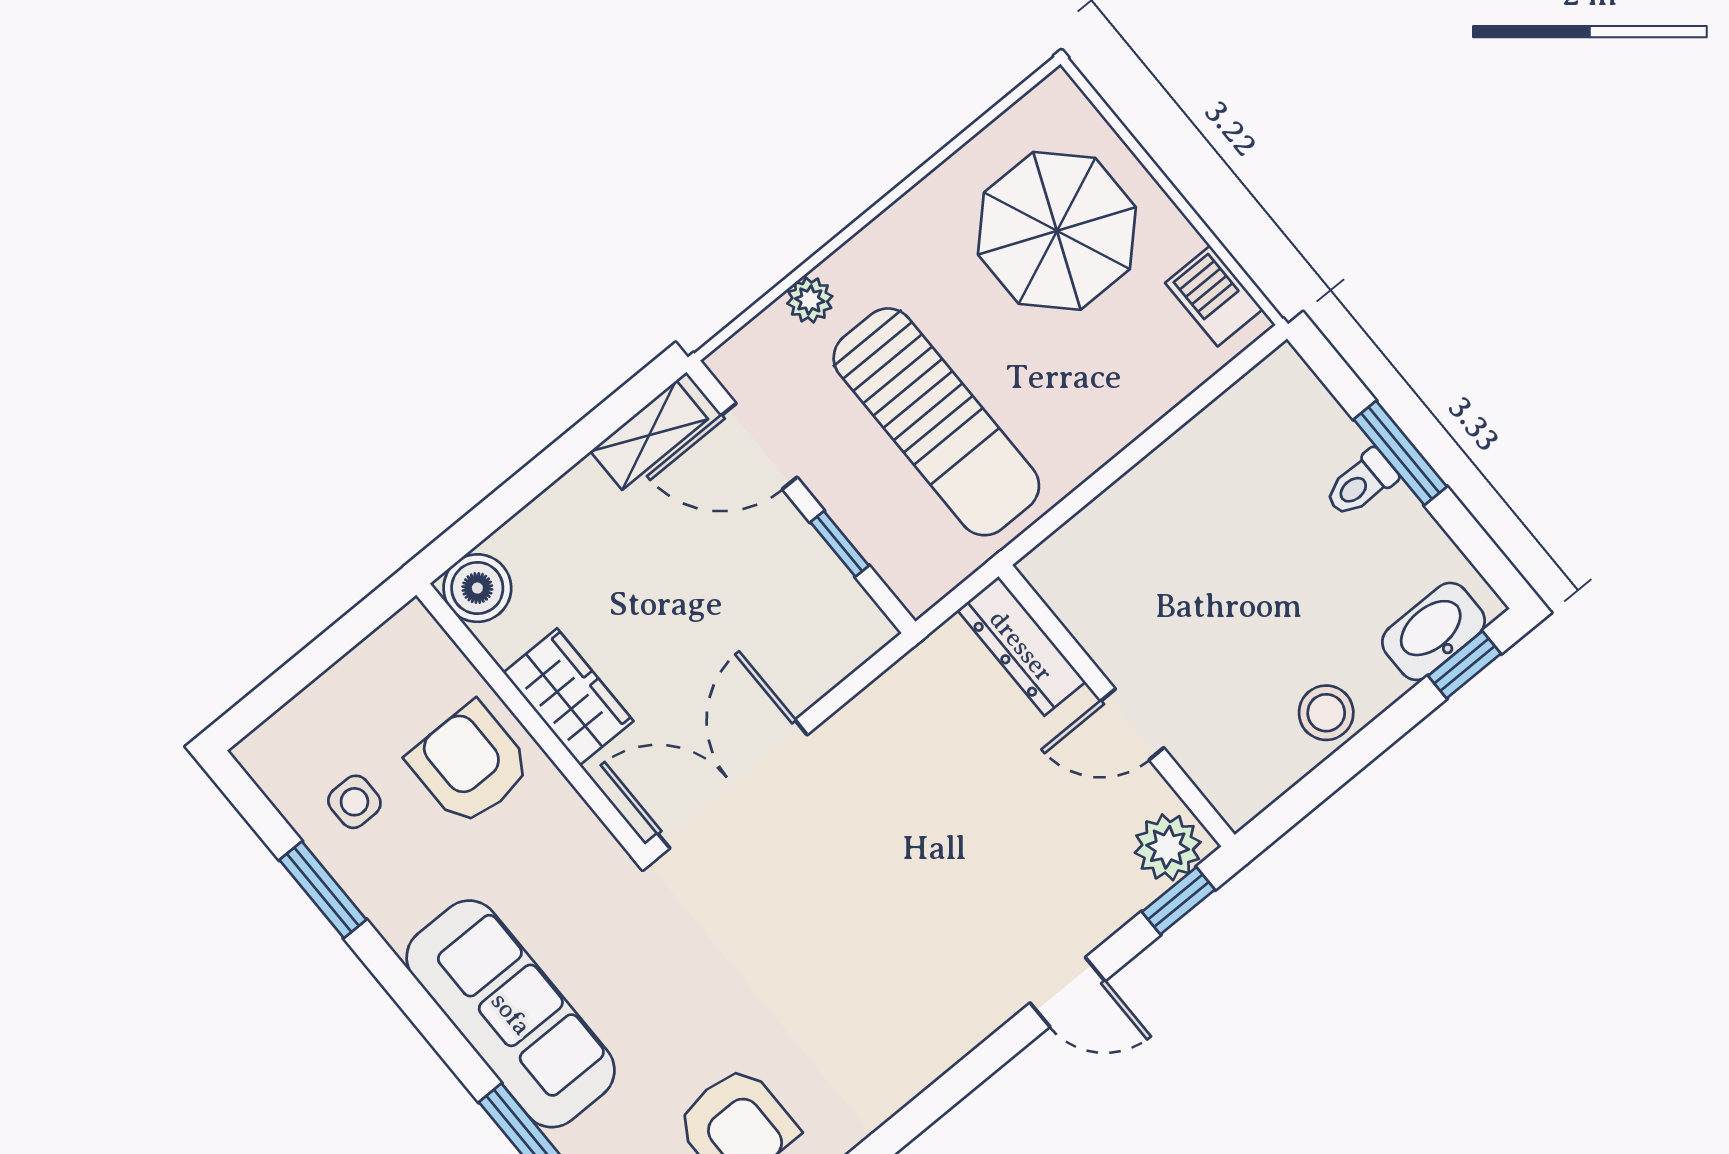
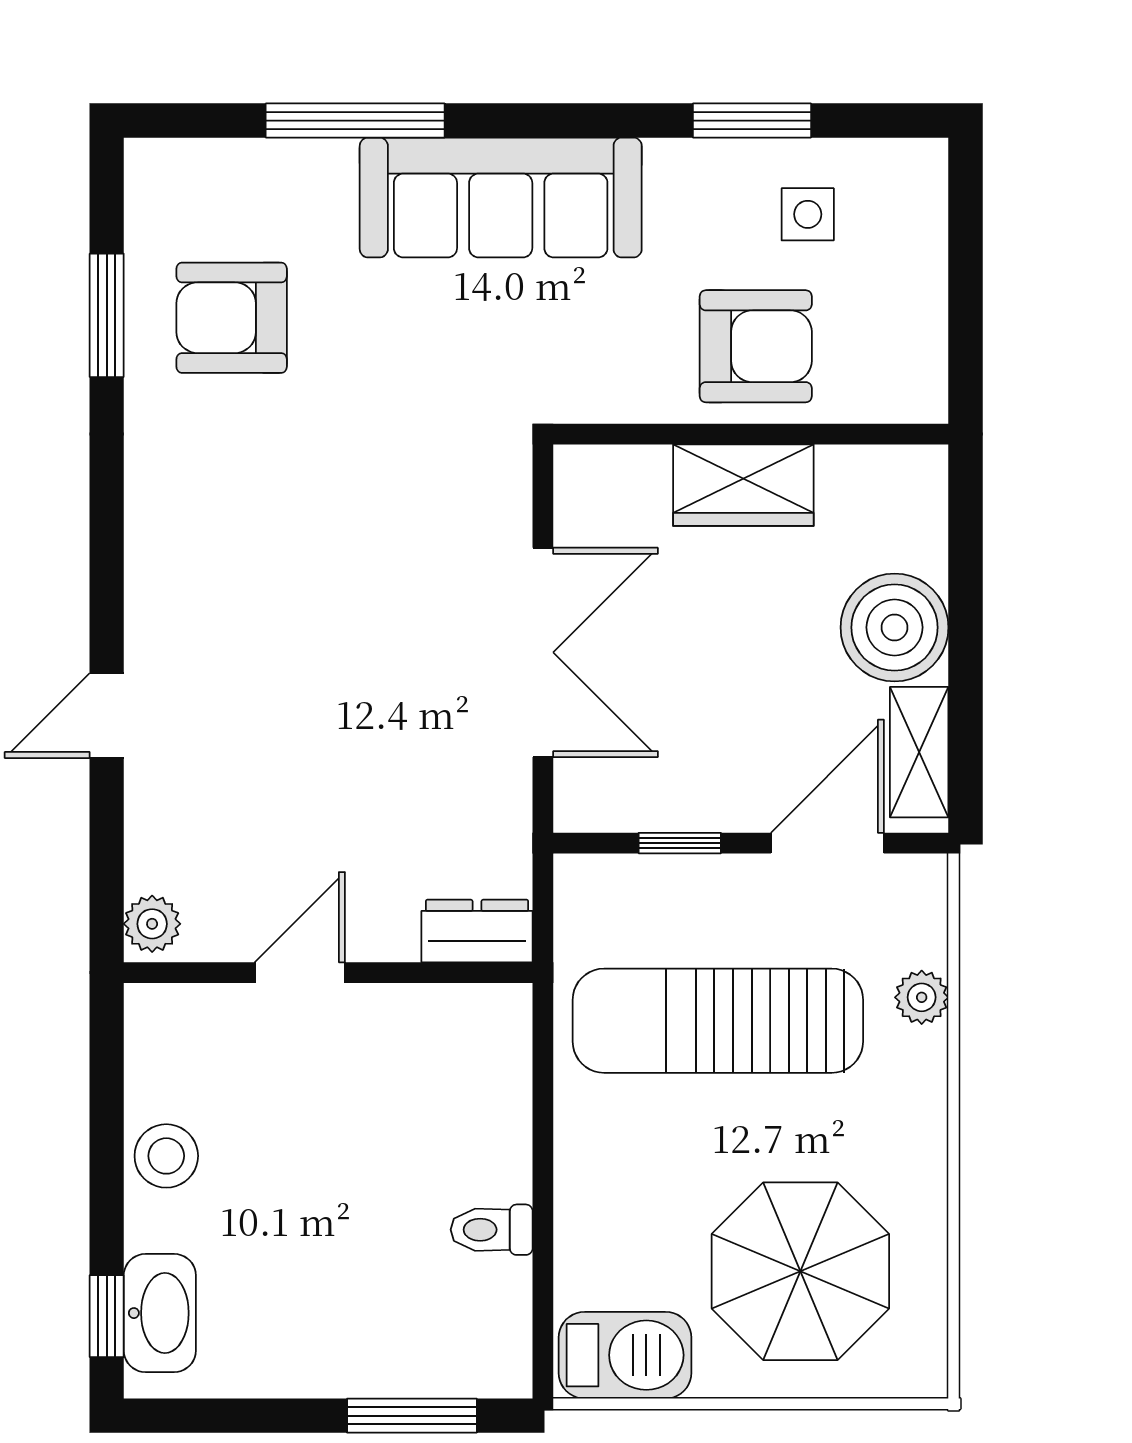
barbecue: (1214, 296) -> (625, 1355), width x1.38, depth x1.27
window: (1400, 453) -> (412, 1416), moved
toilet: (1361, 483) -> (492, 1230), moved, turned -90
boiler: (477, 588) -> (895, 627), moved, width x1.37, depth x1.37
dresser: (1021, 646) -> (477, 931), width x0.70
double door: (732, 784) -> (543, 652), moved
plant: (1168, 847) -> (152, 924), width x0.73, depth x0.73
window: (1178, 901) -> (107, 883), removed

